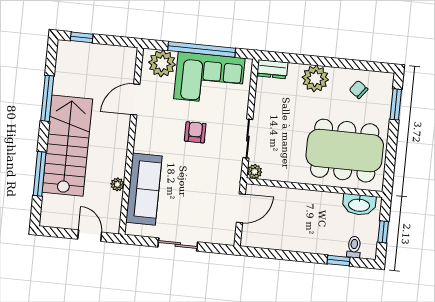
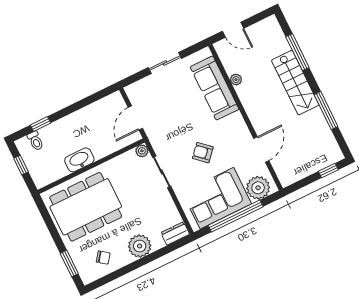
armchair: (195, 132) -> (203, 153), turned 132
stairs: (67, 146) -> (295, 83), width x0.73, depth x0.66
washbasin: (359, 205) -> (79, 160), moved

